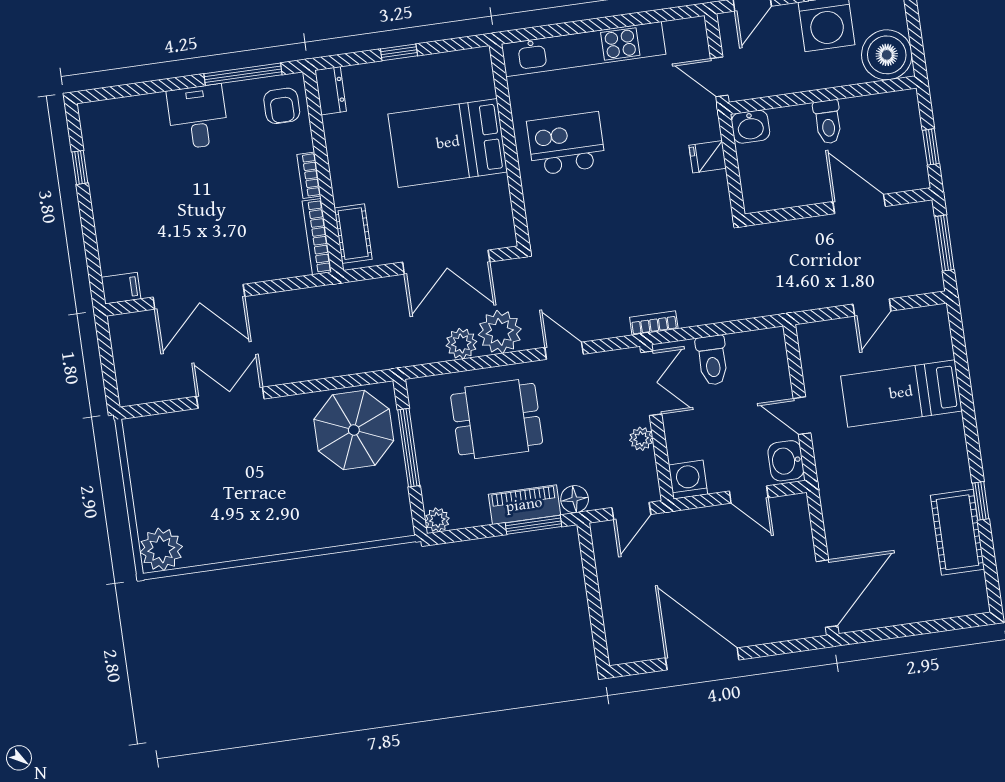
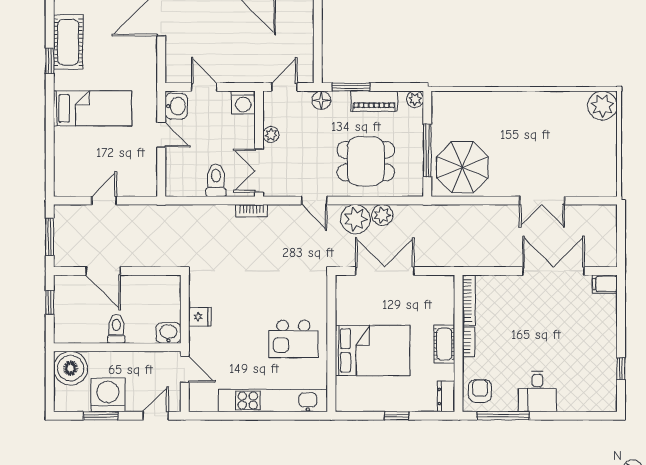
cot: (353, 234) -> (444, 344), moved
bed: (901, 393) -> (93, 108), moved
piano: (524, 505) -> (374, 101), moved

